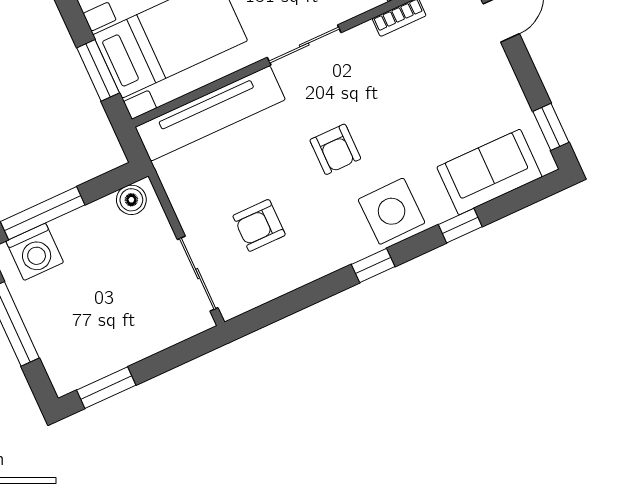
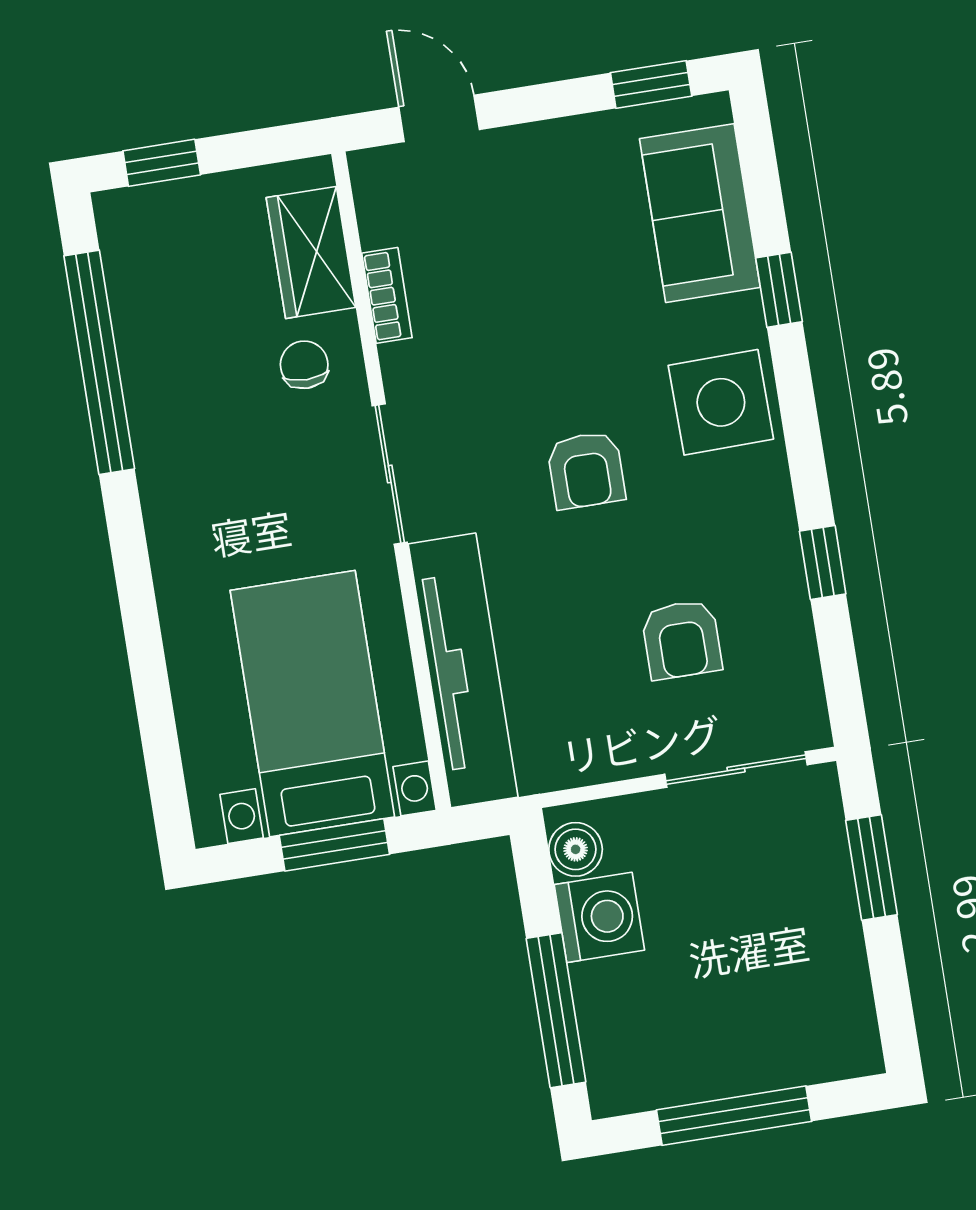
armchair: (335, 149) -> (586, 470), turned 90
washing machine: (35, 252) -> (599, 917), moved
window: (373, 265) -> (823, 563), moved
window: (106, 388) -> (872, 867), moved

